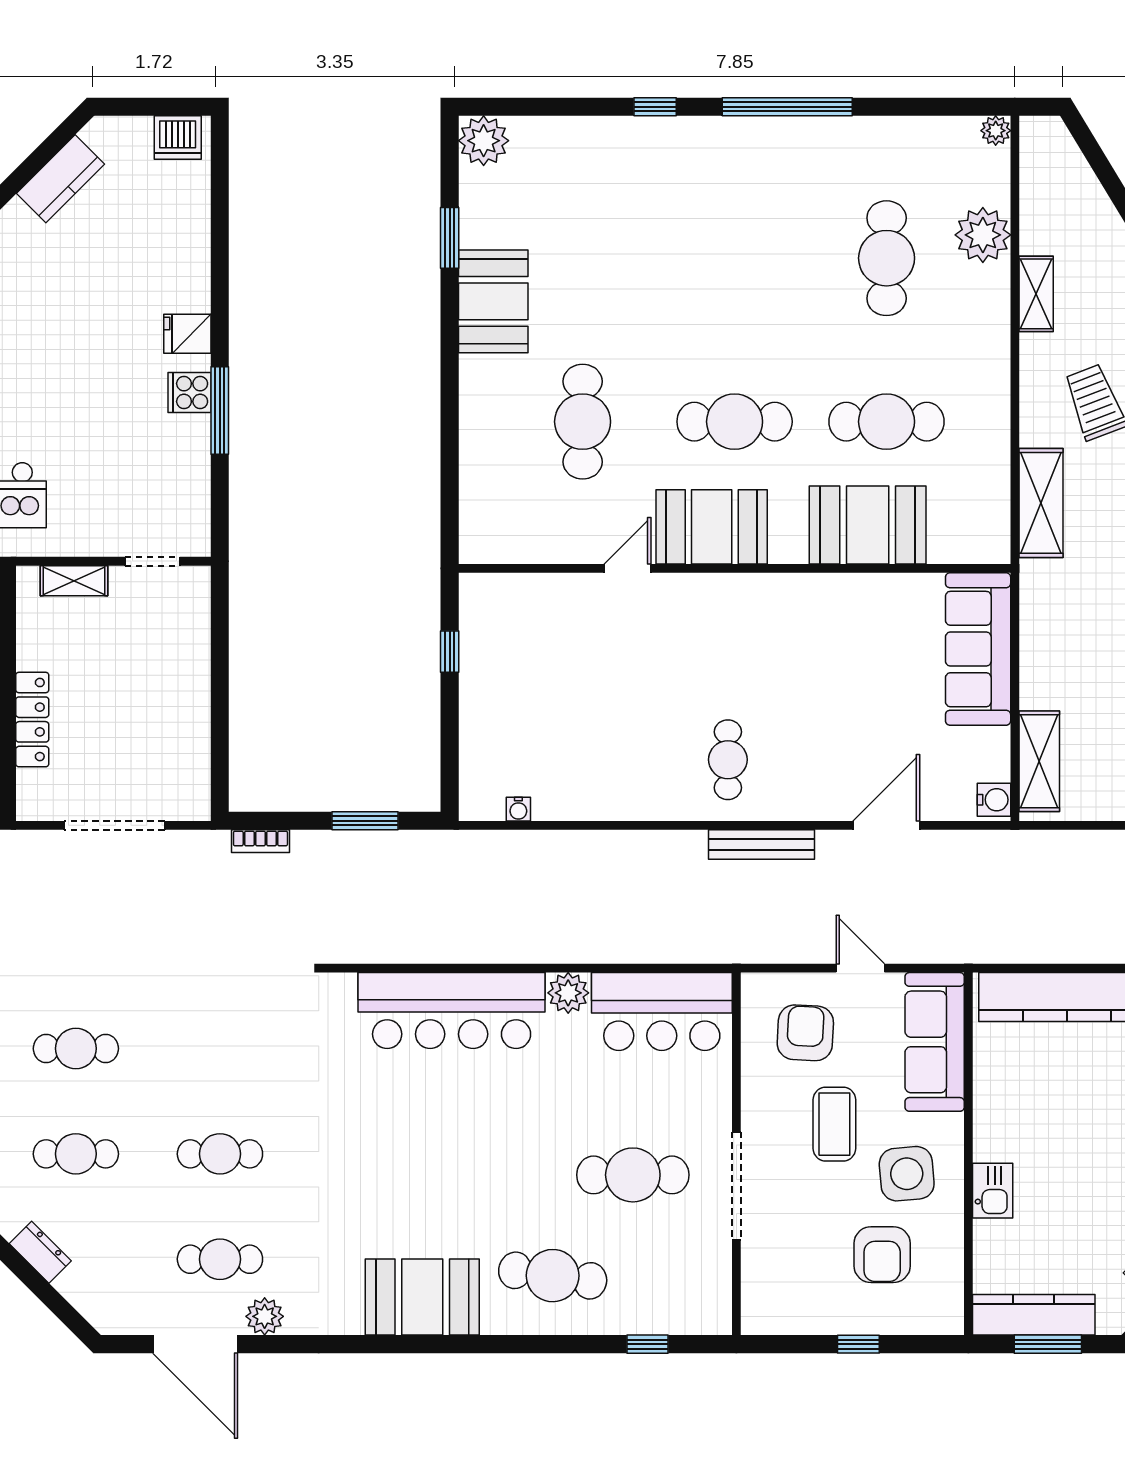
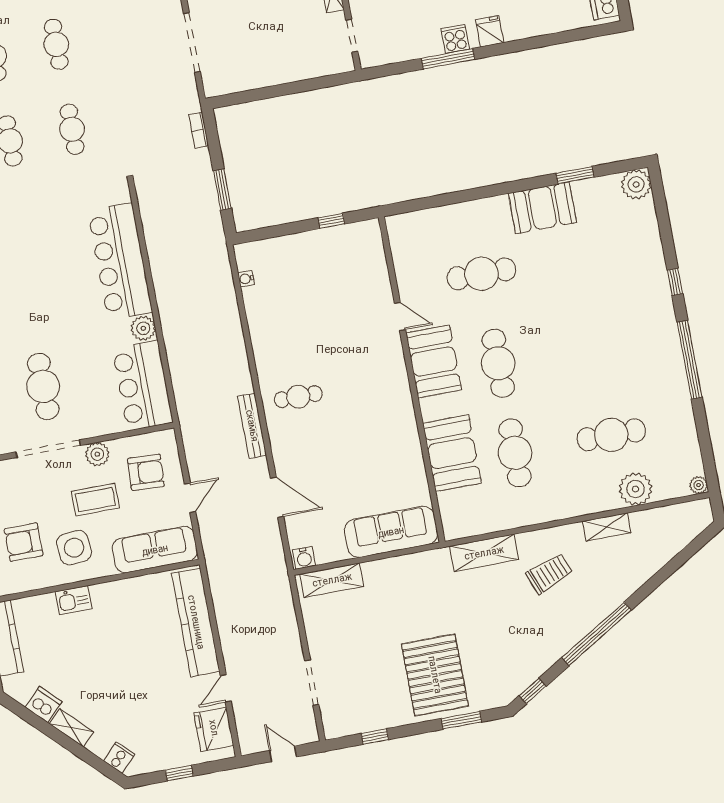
cafe table: (220, 1049) -> (72, 129), added
plant: (761, 1107) -> (97, 454), added

